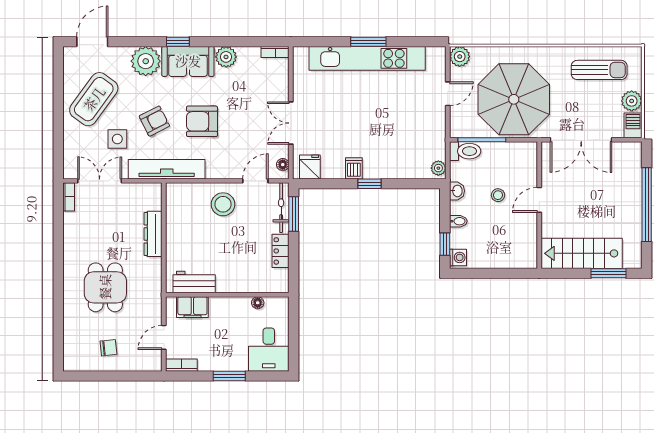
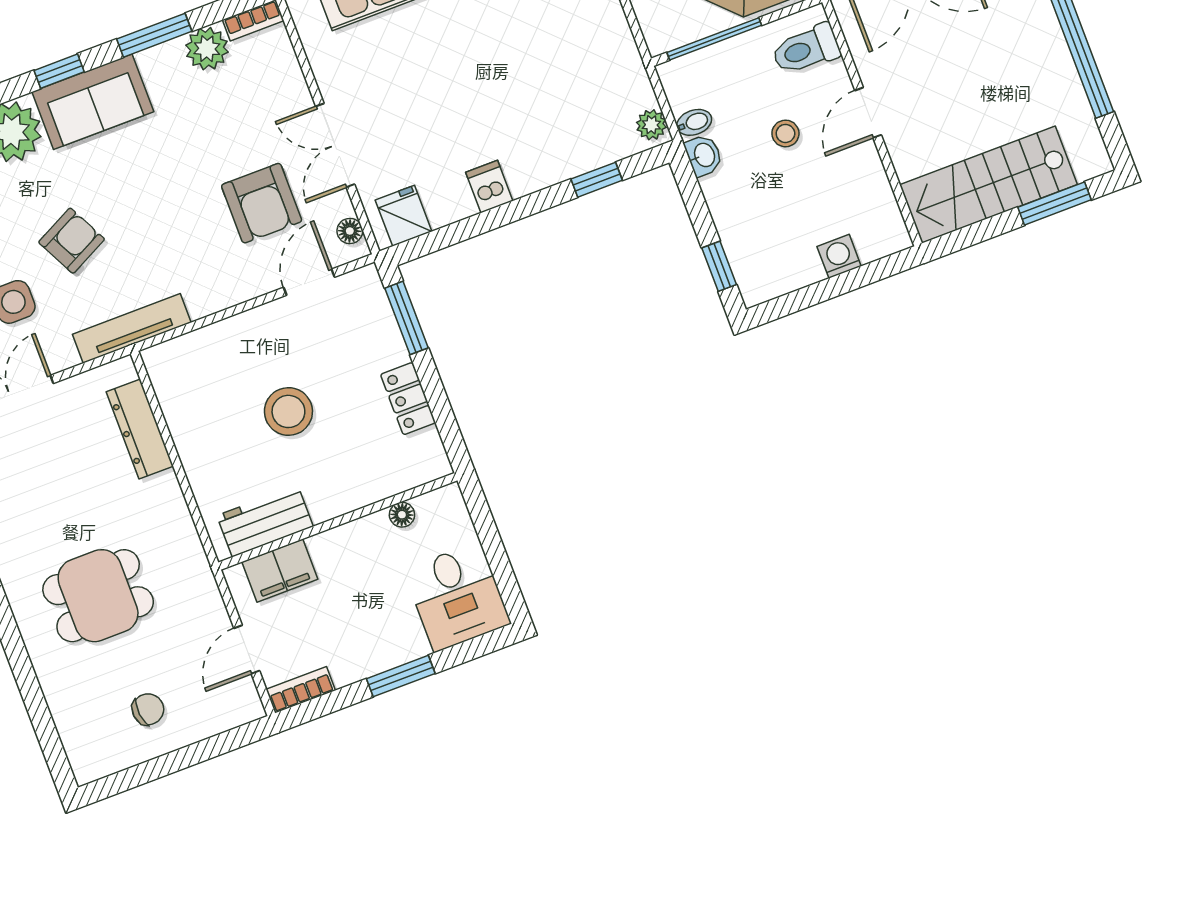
window: (227, 42) -> (154, 35), added
plant: (226, 57) -> (207, 49), moved
armchair: (202, 121) -> (262, 203), moved, turned -90
toilet: (465, 151) -> (806, 49), moved, turned 180
tv unit: (167, 169) -> (132, 328), width x0.73, depth x0.78
window: (370, 184) -> (597, 180), moved
stool: (223, 204) -> (288, 411), moved
bicycle: (281, 208) -> (378, 315), removed
bidet: (458, 221) -> (694, 122), moved
dresser: (153, 234) -> (140, 429), moved
washing machine: (458, 257) -> (839, 256), moved, turned -90
dining table: (105, 287) -> (98, 596), turned 90

